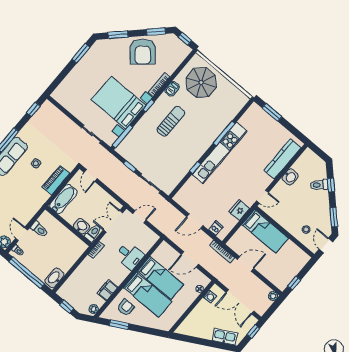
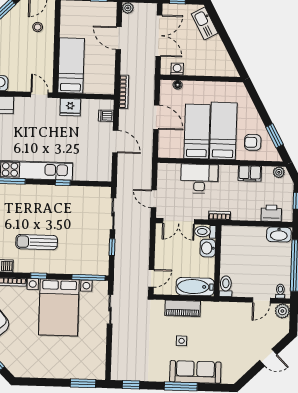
window: (81, 53) -> (83, 383), moved
toilet: (39, 229) -> (226, 286), moved
desk: (129, 256) -> (199, 179), width x1.37
door: (246, 264) -> (119, 38), moved
printer: (72, 284) -> (271, 213), added

